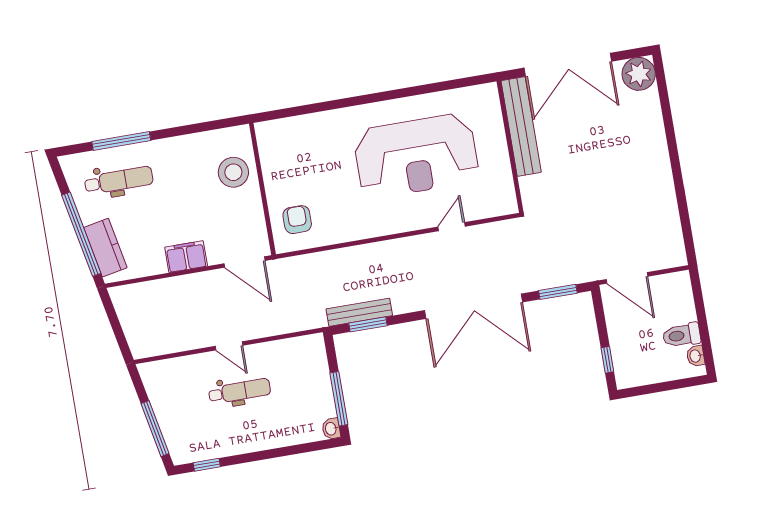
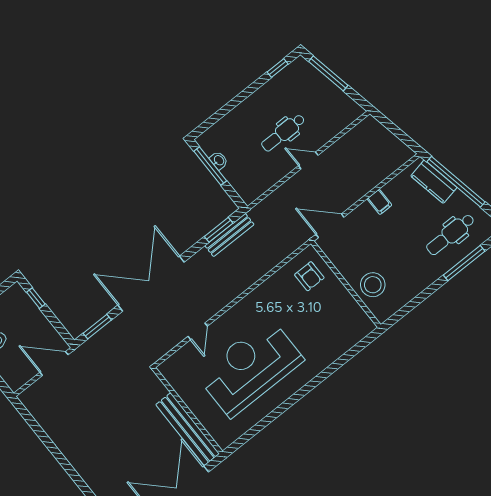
filing cabinet: (186, 257) -> (379, 202), width x0.50
washbasin: (331, 429) -> (219, 160), moved

